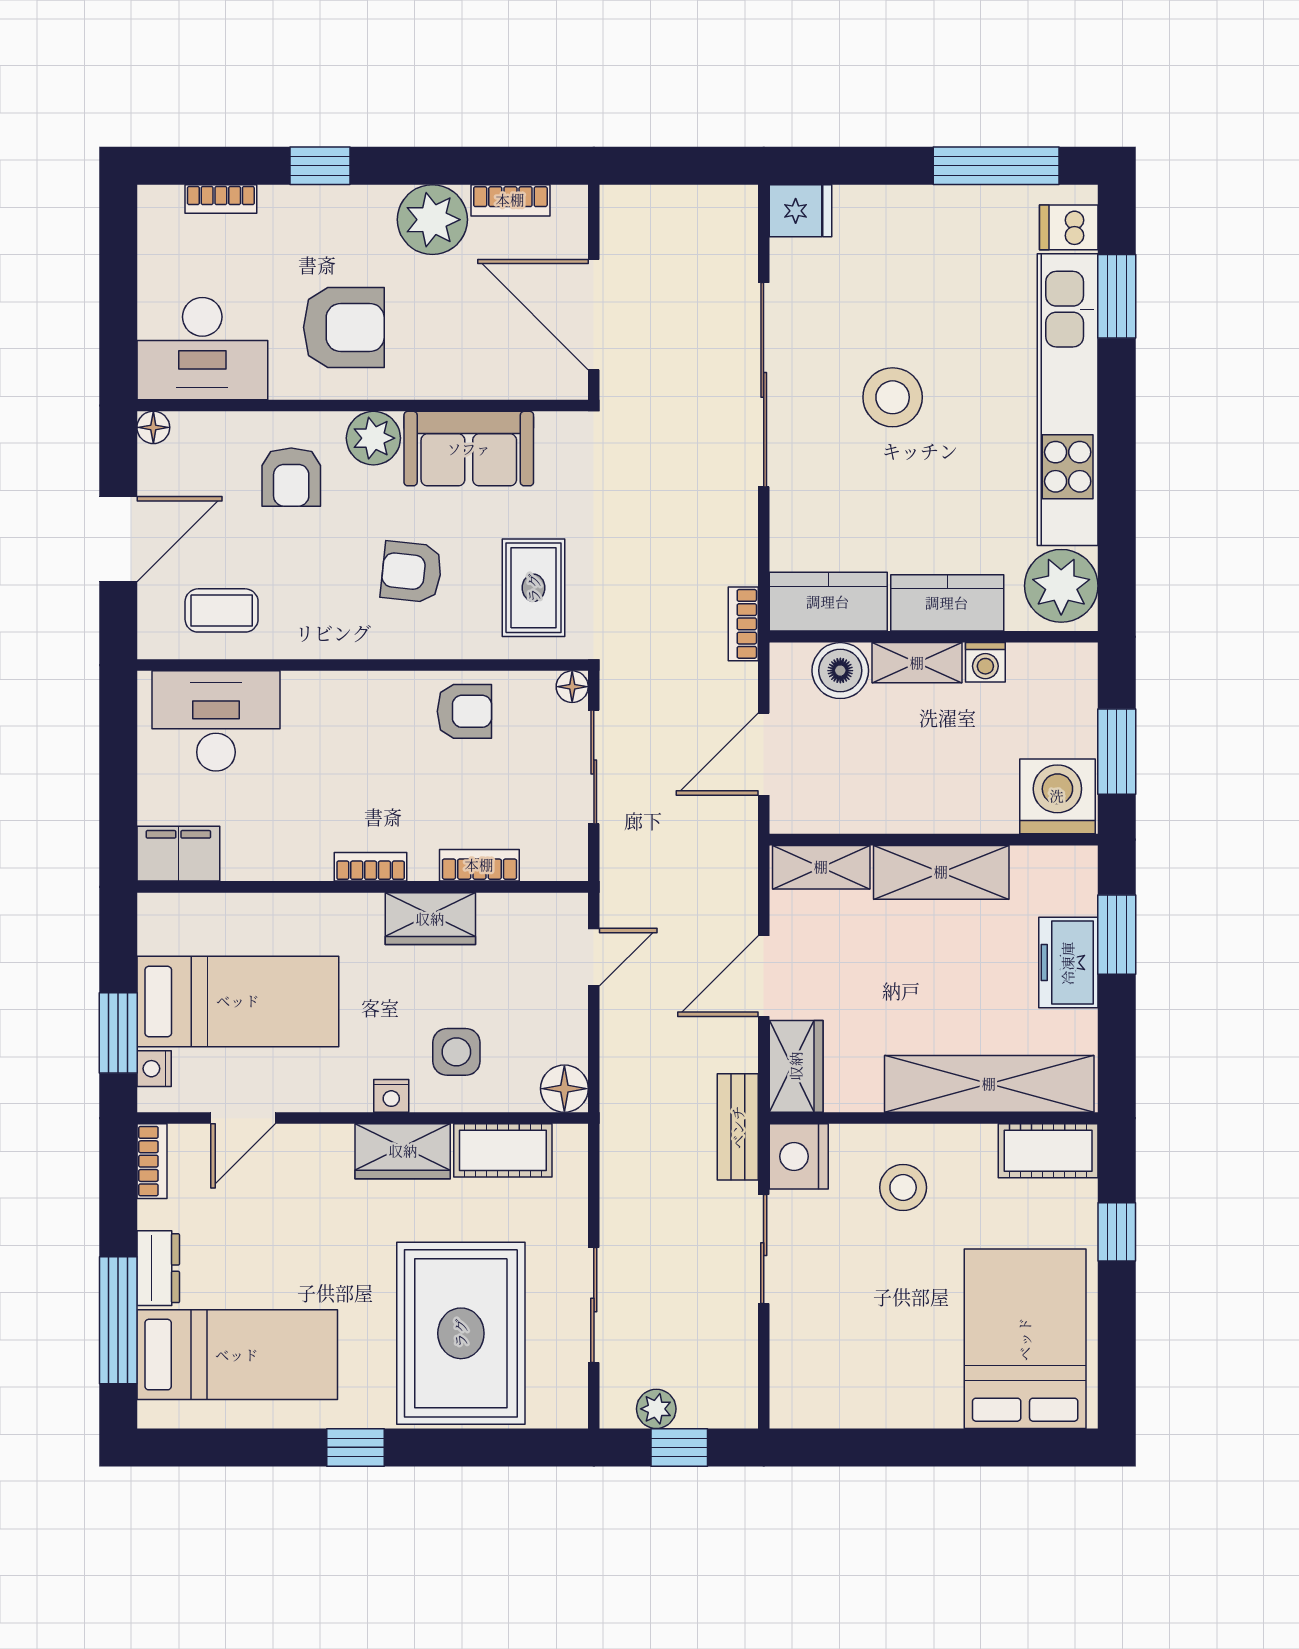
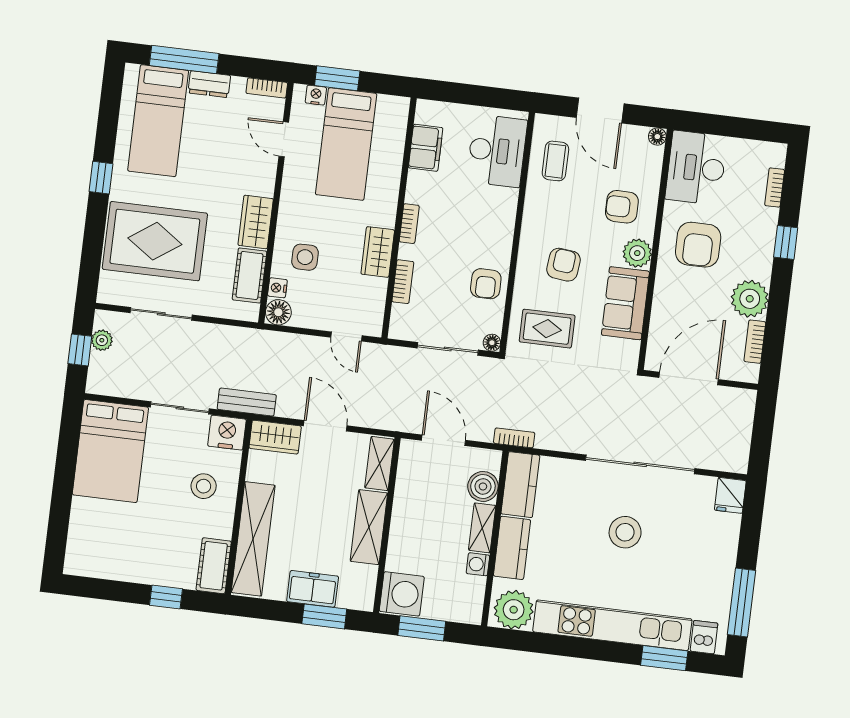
filing cabinet: (178, 854) -> (426, 148), moved
nightstand: (391, 1096) -> (277, 288), moved
bed: (1025, 1339) -> (110, 451), moved, turned 90

